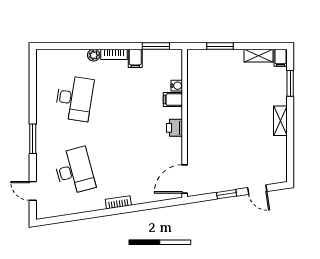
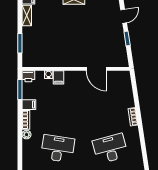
printer: (174, 128) -> (28, 76), moved
door: (185, 179) -> (96, 69), moved

